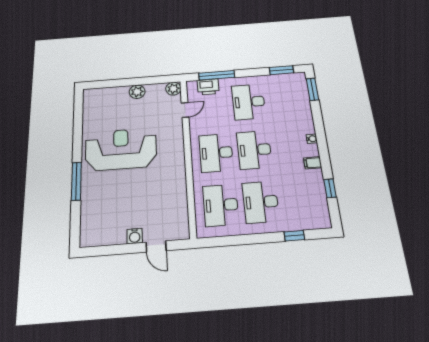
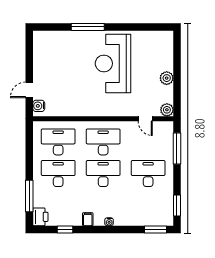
printer: (208, 87) -> (40, 217), moved, turned 180
reception desk: (121, 149) -> (113, 63), turned 180
water cooler: (135, 236) -> (39, 106), moved
window: (294, 236) -> (29, 196), width x2.17

